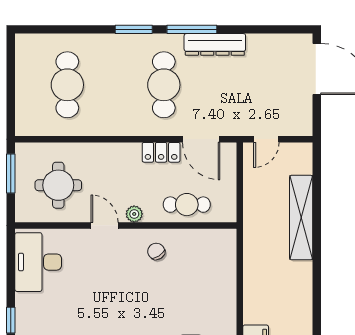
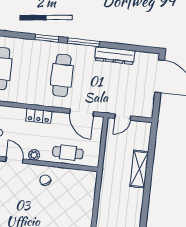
dresser: (215, 44) -> (115, 55), moved
locker: (161, 152) -> (39, 116), moved
shelving: (301, 218) -> (139, 169), width x0.68

